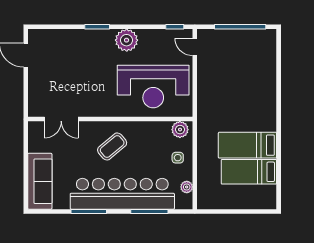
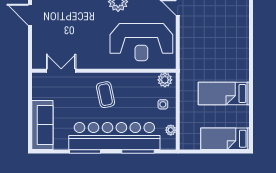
double door: (61, 119) -> (61, 71), swing flipped
coffee table: (112, 146) -> (106, 95), turned -62
bed: (249, 172) -> (225, 139), moved

